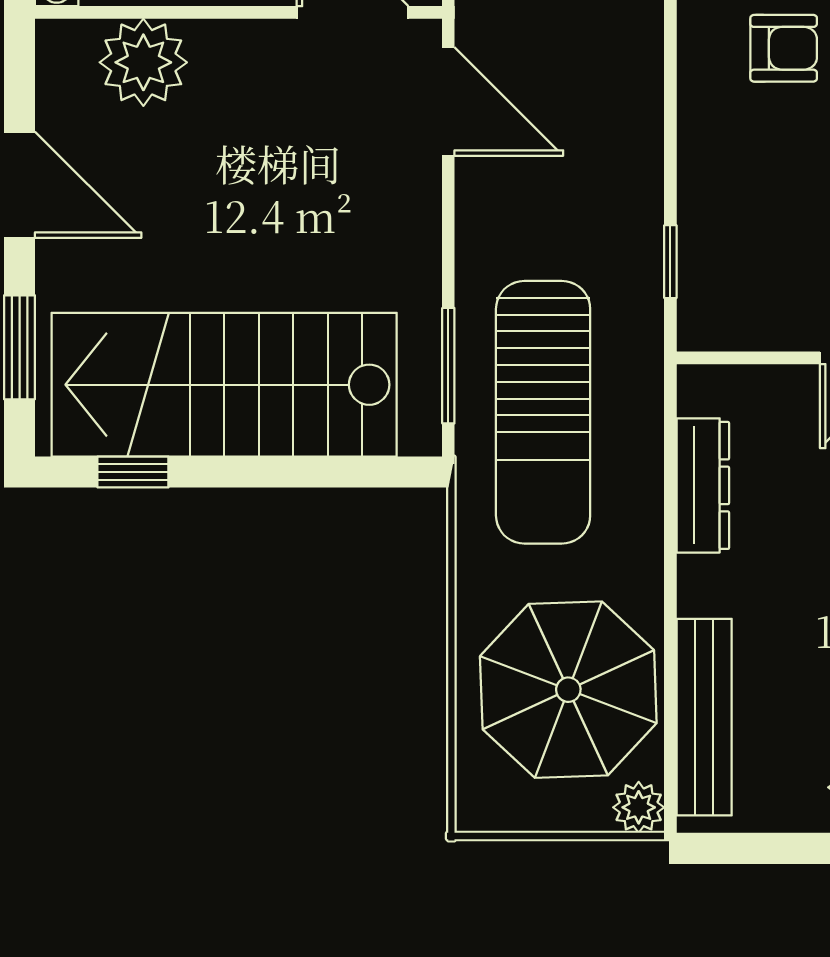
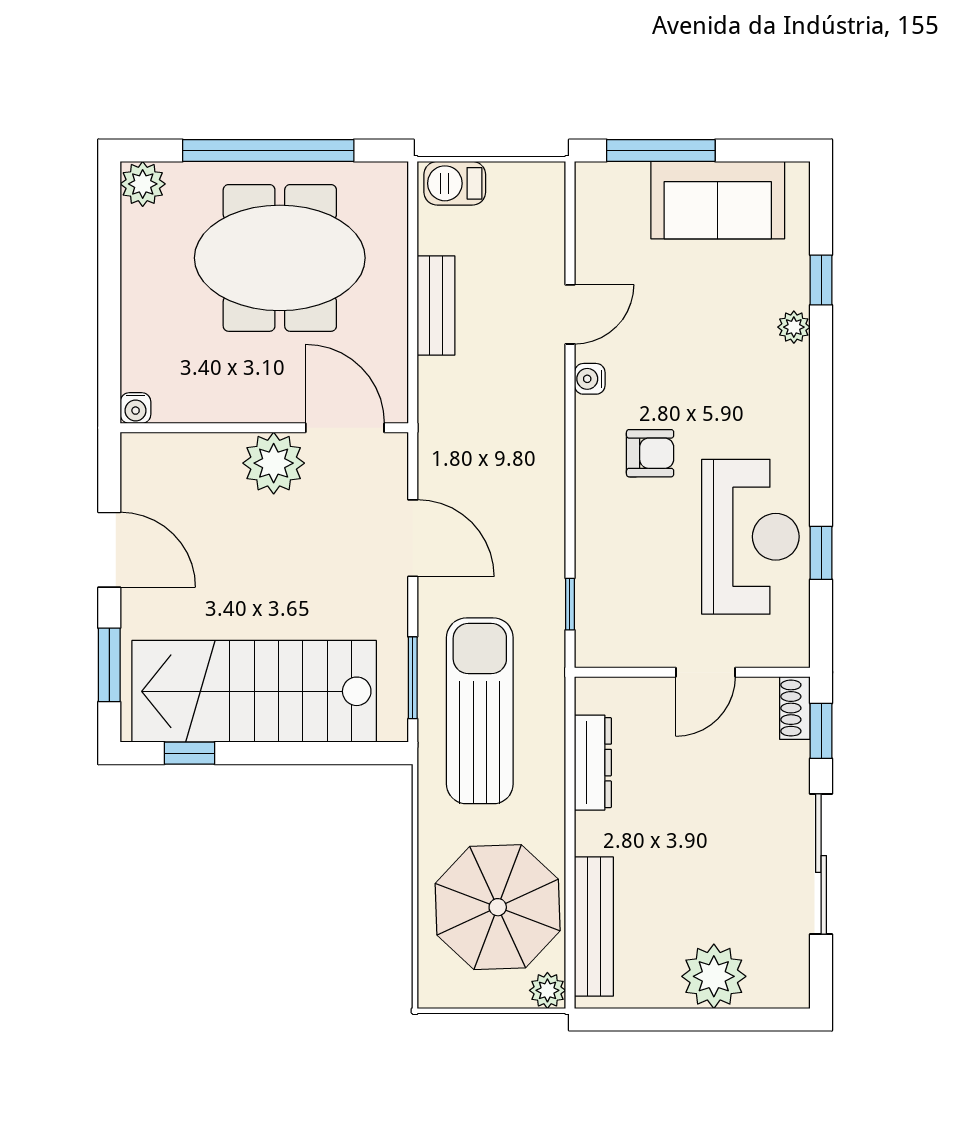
plant: (143, 62) -> (274, 463), moved
door: (448, 101) -> (413, 538), moved
sun lounger: (543, 412) -> (480, 711), turned 180

